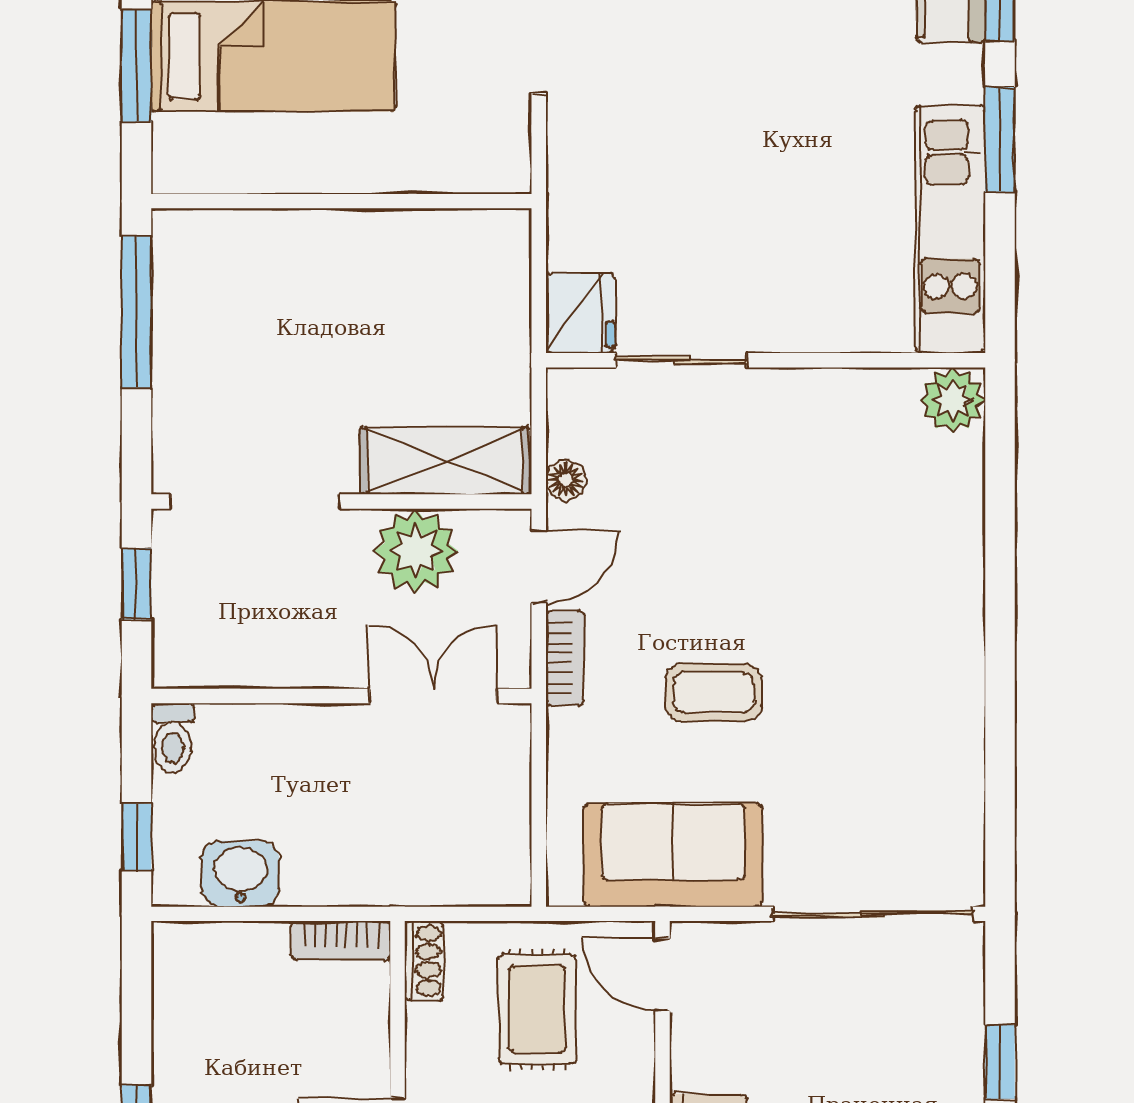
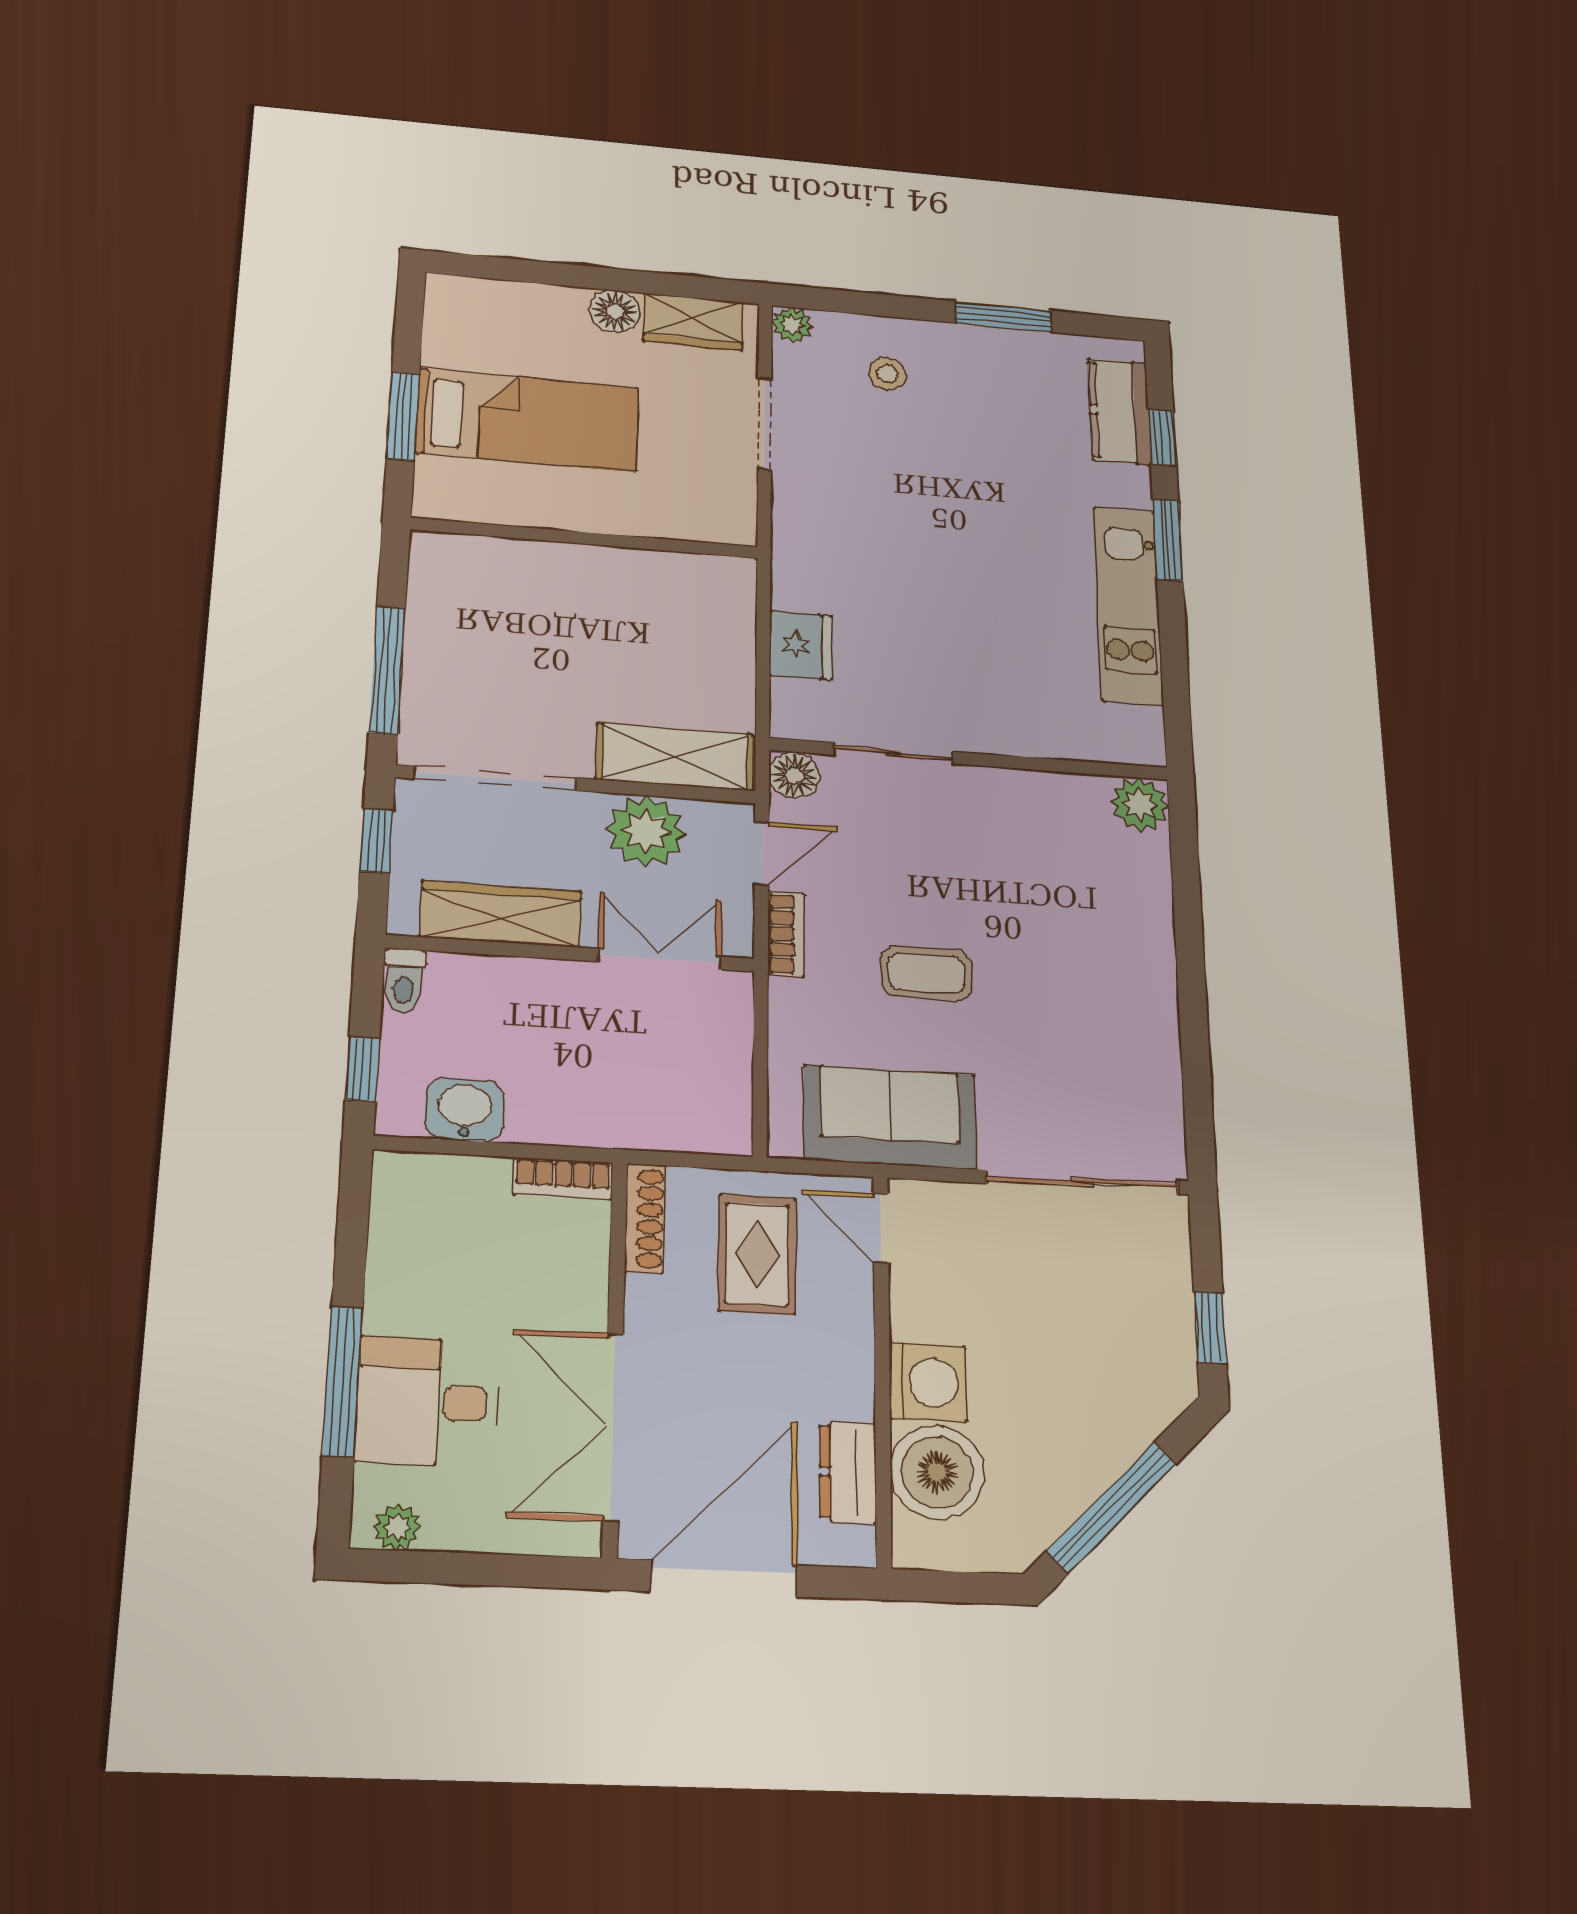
window: (137, 312) -> (387, 670), moved
sliding door: (681, 360) -> (893, 753), moved
wall: (766, 360) -> (970, 759), moved
plant: (953, 400) -> (1140, 804), moved
floor lamp: (566, 480) -> (794, 775), width x1.37, depth x1.37
wardrobe: (268, 657) -> (501, 914), added
shoe rack: (424, 961) -> (645, 1218), width x1.43

